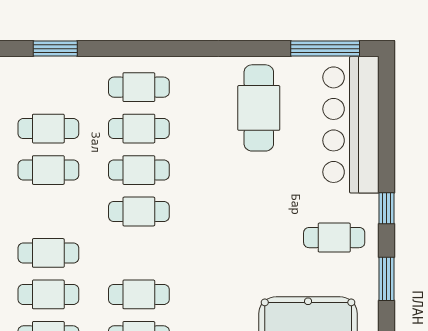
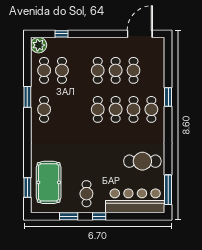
window: (55, 49) -> (168, 97), moved
cafe table: (48, 253) -> (98, 70), moved
cafe table: (139, 294) -> (62, 109), removed

